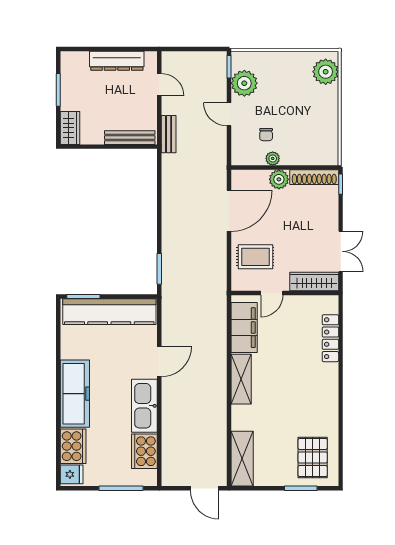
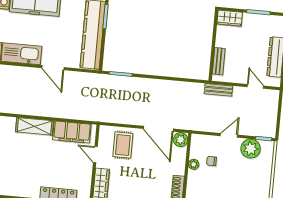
door: (159, 85) -> (255, 86), swing flipped
bench: (130, 138) -> (219, 61), width x0.73
plant: (279, 179) -> (181, 140), moved

